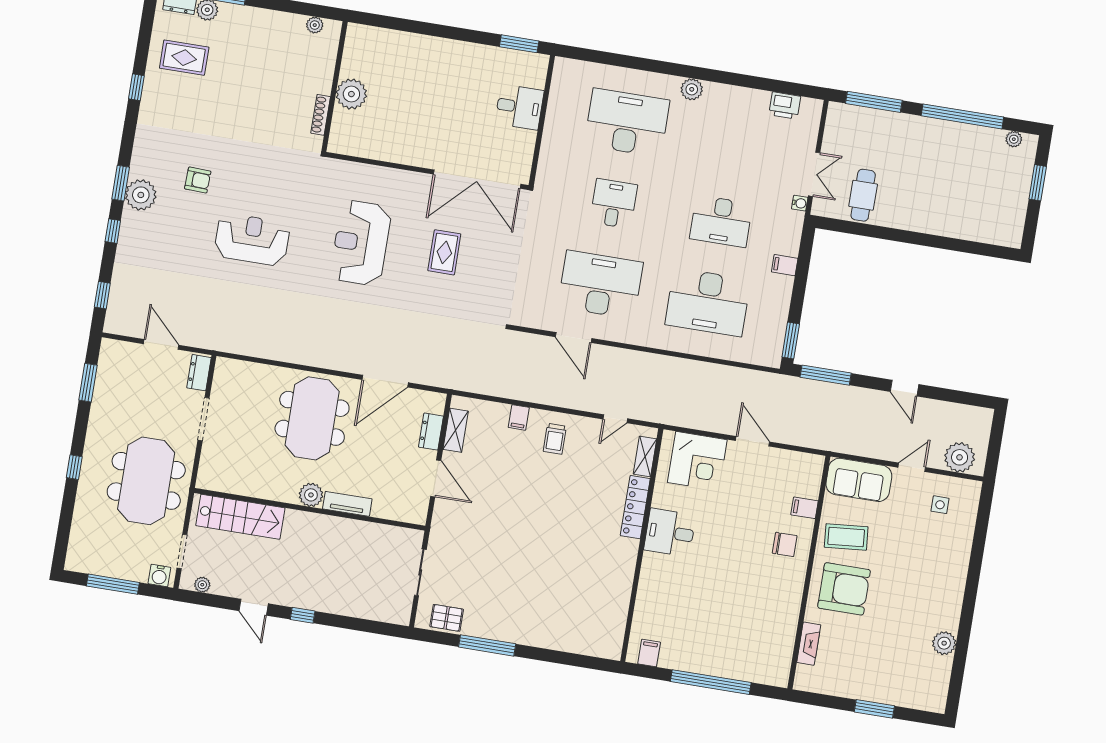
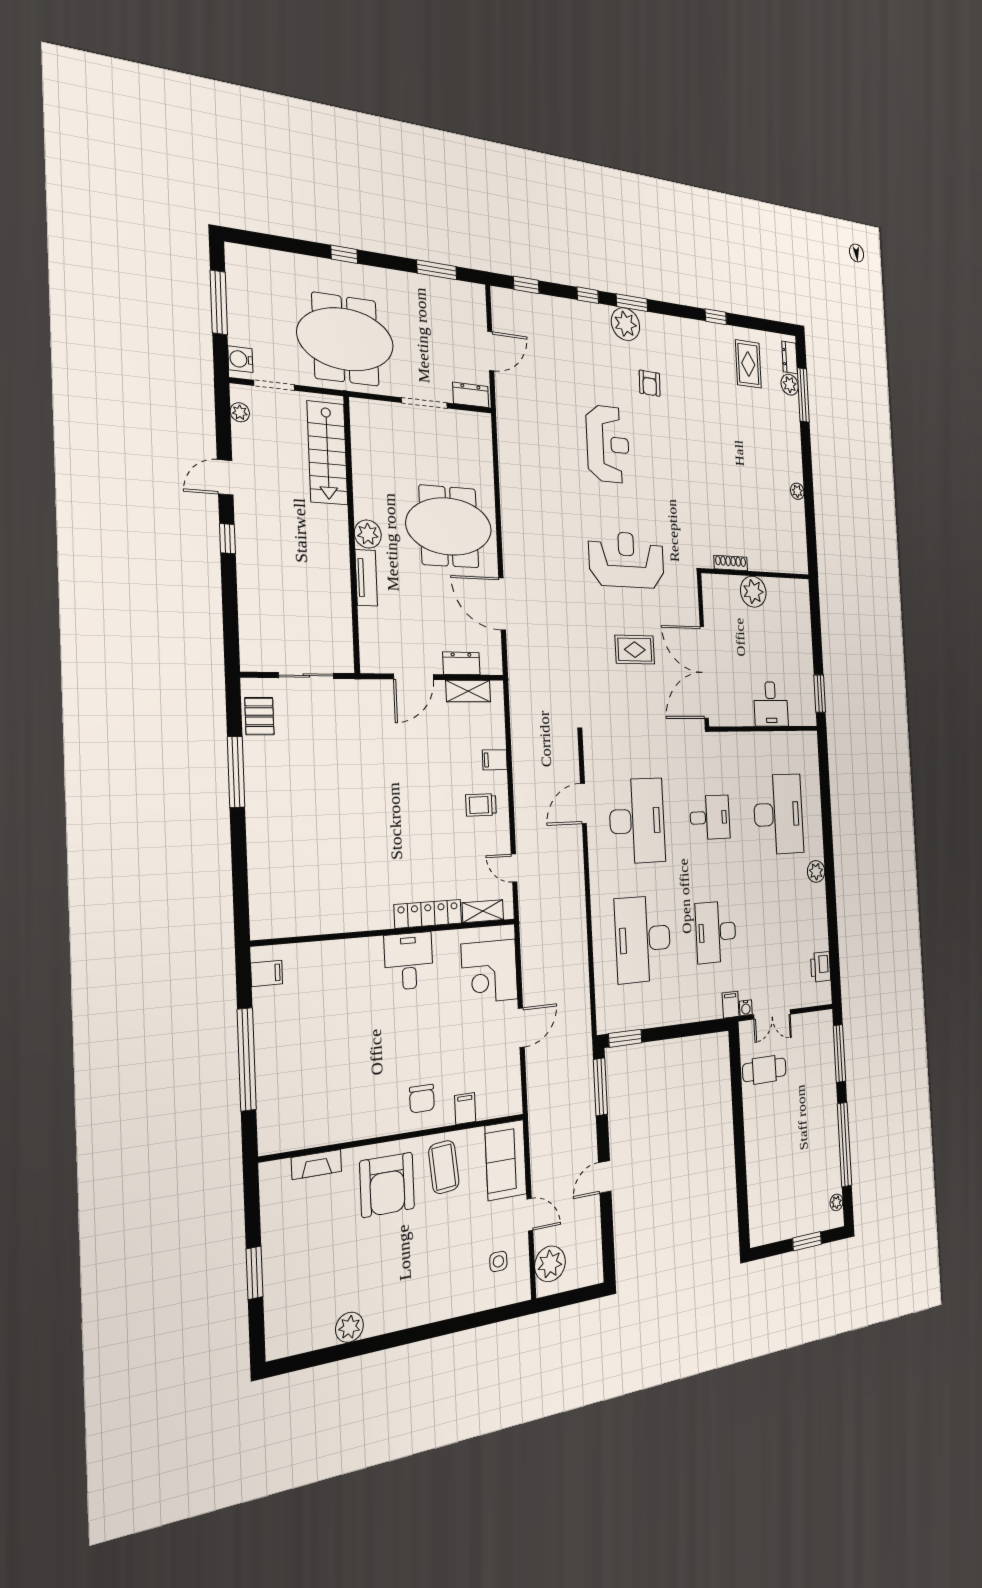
wall: (335, 87) -> (756, 574), moved
plant: (351, 94) -> (753, 592), moved
shoe rack: (321, 115) -> (731, 563), moved
filing cabinet: (785, 265) -> (731, 1005), moved

